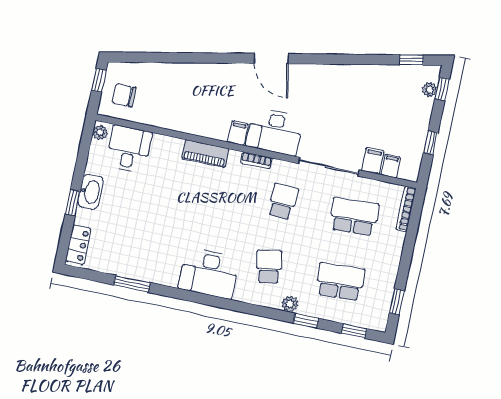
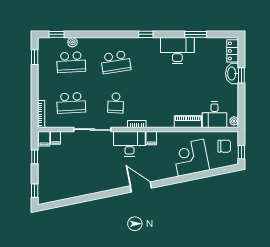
window: (411, 60) -> (57, 204), removed
corner desk: (181, 88) -> (191, 158), added
plant: (429, 90) -> (42, 189), removed
piano: (205, 154) -> (188, 122), moved
filing cabinet: (373, 161) -> (44, 139), moved
washbasin: (91, 192) -> (232, 74), moved
school desk: (269, 267) -> (116, 62), width x1.85
desk: (209, 273) -> (177, 51), moved
plant: (290, 304) -> (72, 42), moved
window: (306, 321) -> (146, 34), moved

